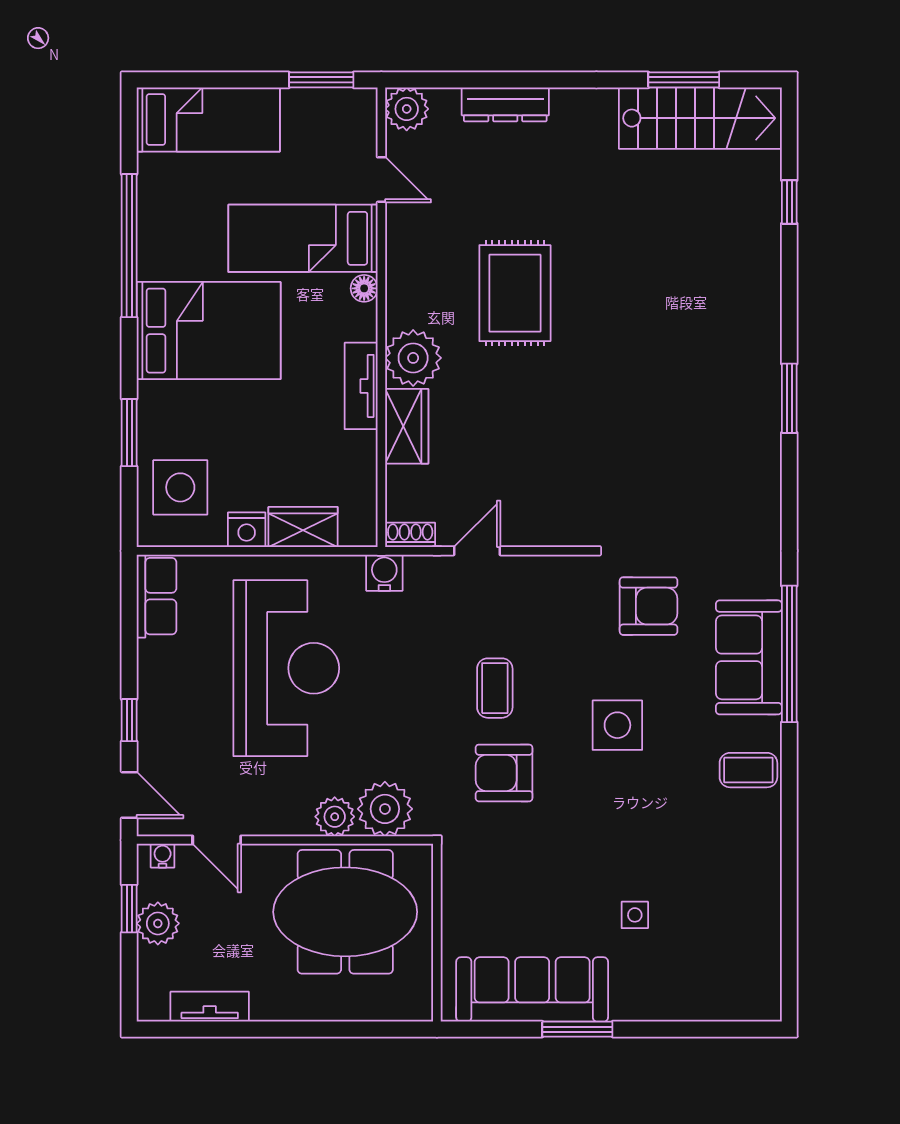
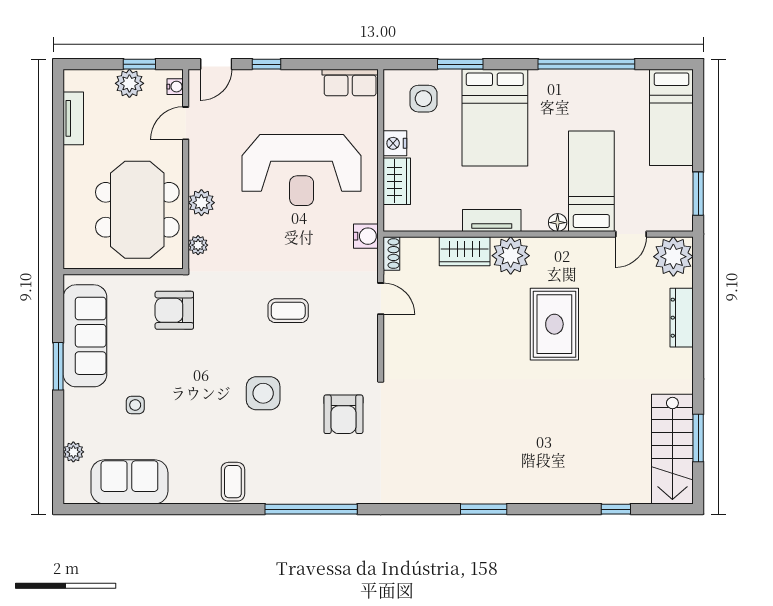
plant: (407, 109) -> (673, 257), width x1.36, depth x1.36
rug: (515, 293) -> (554, 324), turned 90
bed: (209, 331) -> (495, 118), moved
side table: (180, 487) -> (423, 99), width x0.73, depth x0.73
sofa: (749, 657) -> (129, 482), moved
armchair: (504, 773) -> (174, 310), moved, turned -90
plant: (385, 809) -> (198, 245), width x0.53, depth x0.53
plant: (704, 1006) -> (73, 452), added

